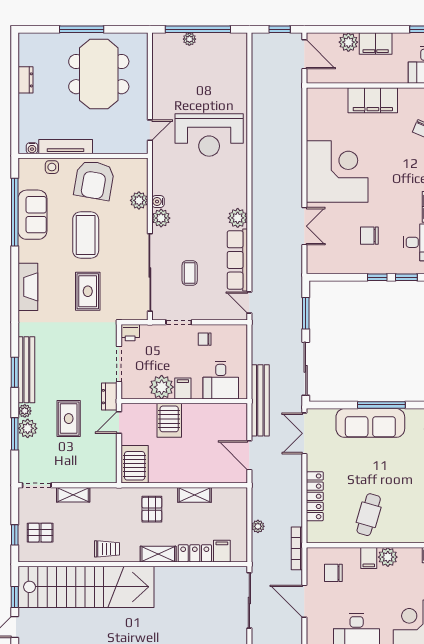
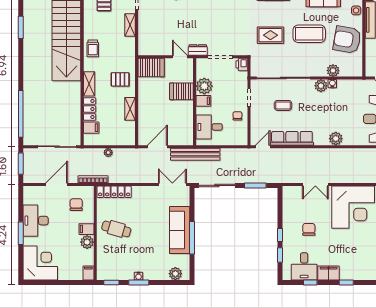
plant: (238, 218) -> (336, 139), moved
rug: (69, 419) -> (183, 22), removed
locker: (315, 496) -> (114, 192), moved

